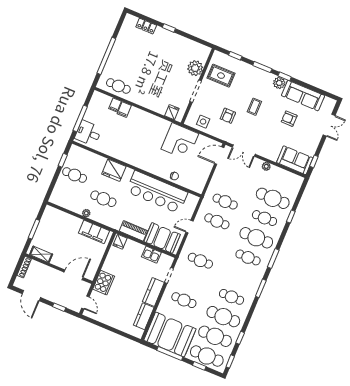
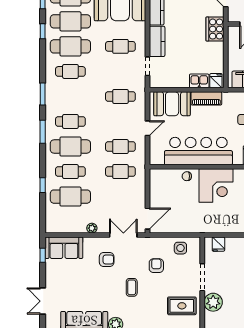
armchair: (289, 119) -> (107, 260), moved
corner desk: (180, 141) -> (216, 186), moved, turned 180
kitchen sink: (151, 255) -> (199, 81), moved

